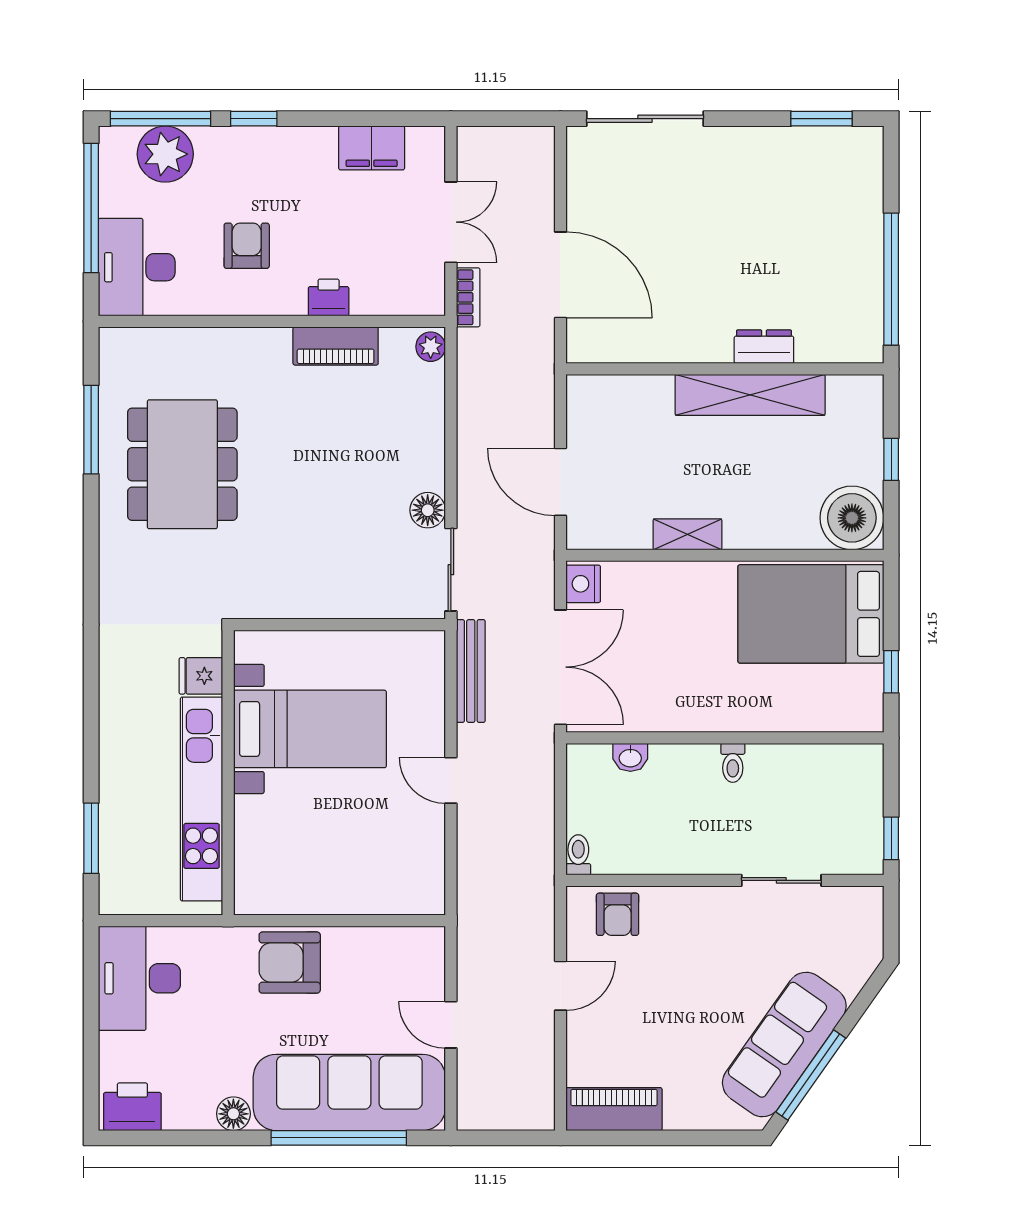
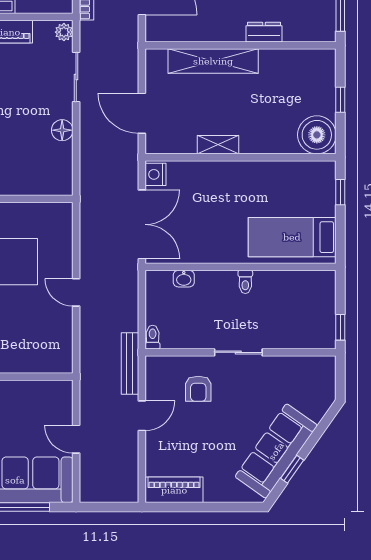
shelving: (750, 395) -> (213, 61), moved
sliding door: (451, 570) -> (76, 77), moved
bed: (811, 614) -> (292, 237), moved, width x0.67
bench: (471, 671) -> (130, 364), moved
window: (891, 672) -> (340, 192), moved
sliding door: (781, 880) -> (238, 352), moved
armchair: (618, 914) -> (198, 389), moved
window: (811, 1075) -> (292, 469), width x0.46

